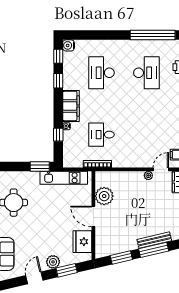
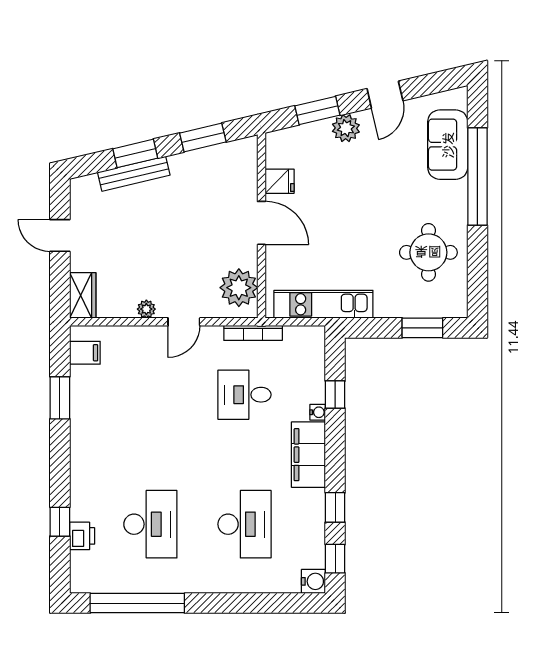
desk: (146, 73) -> (150, 524), turned 180
desk: (101, 135) -> (245, 395), turned 180
window: (40, 166) -> (422, 328), moved
door: (161, 169) -> (184, 322), moved
plant: (104, 196) -> (239, 288), moved
fridge: (82, 242) -> (280, 181), width x0.53, depth x0.75
window: (154, 250) -> (135, 153), width x0.69

